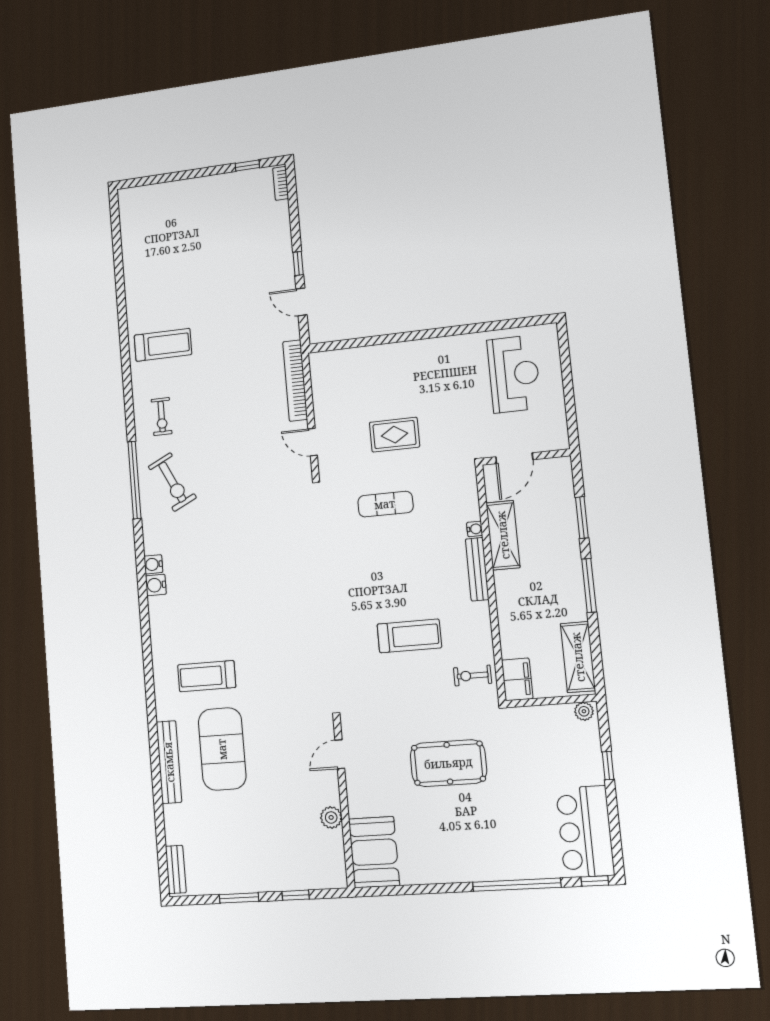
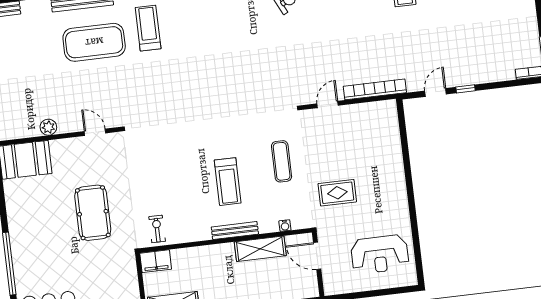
rug: (394, 435) -> (337, 193), moved, turned 90
water cooler: (475, 529) -> (285, 226), moved
treadmill: (409, 636) -> (228, 182), moved

